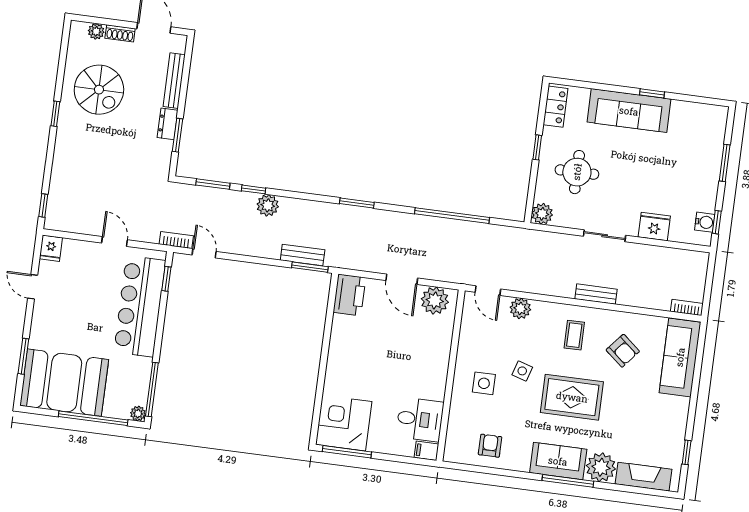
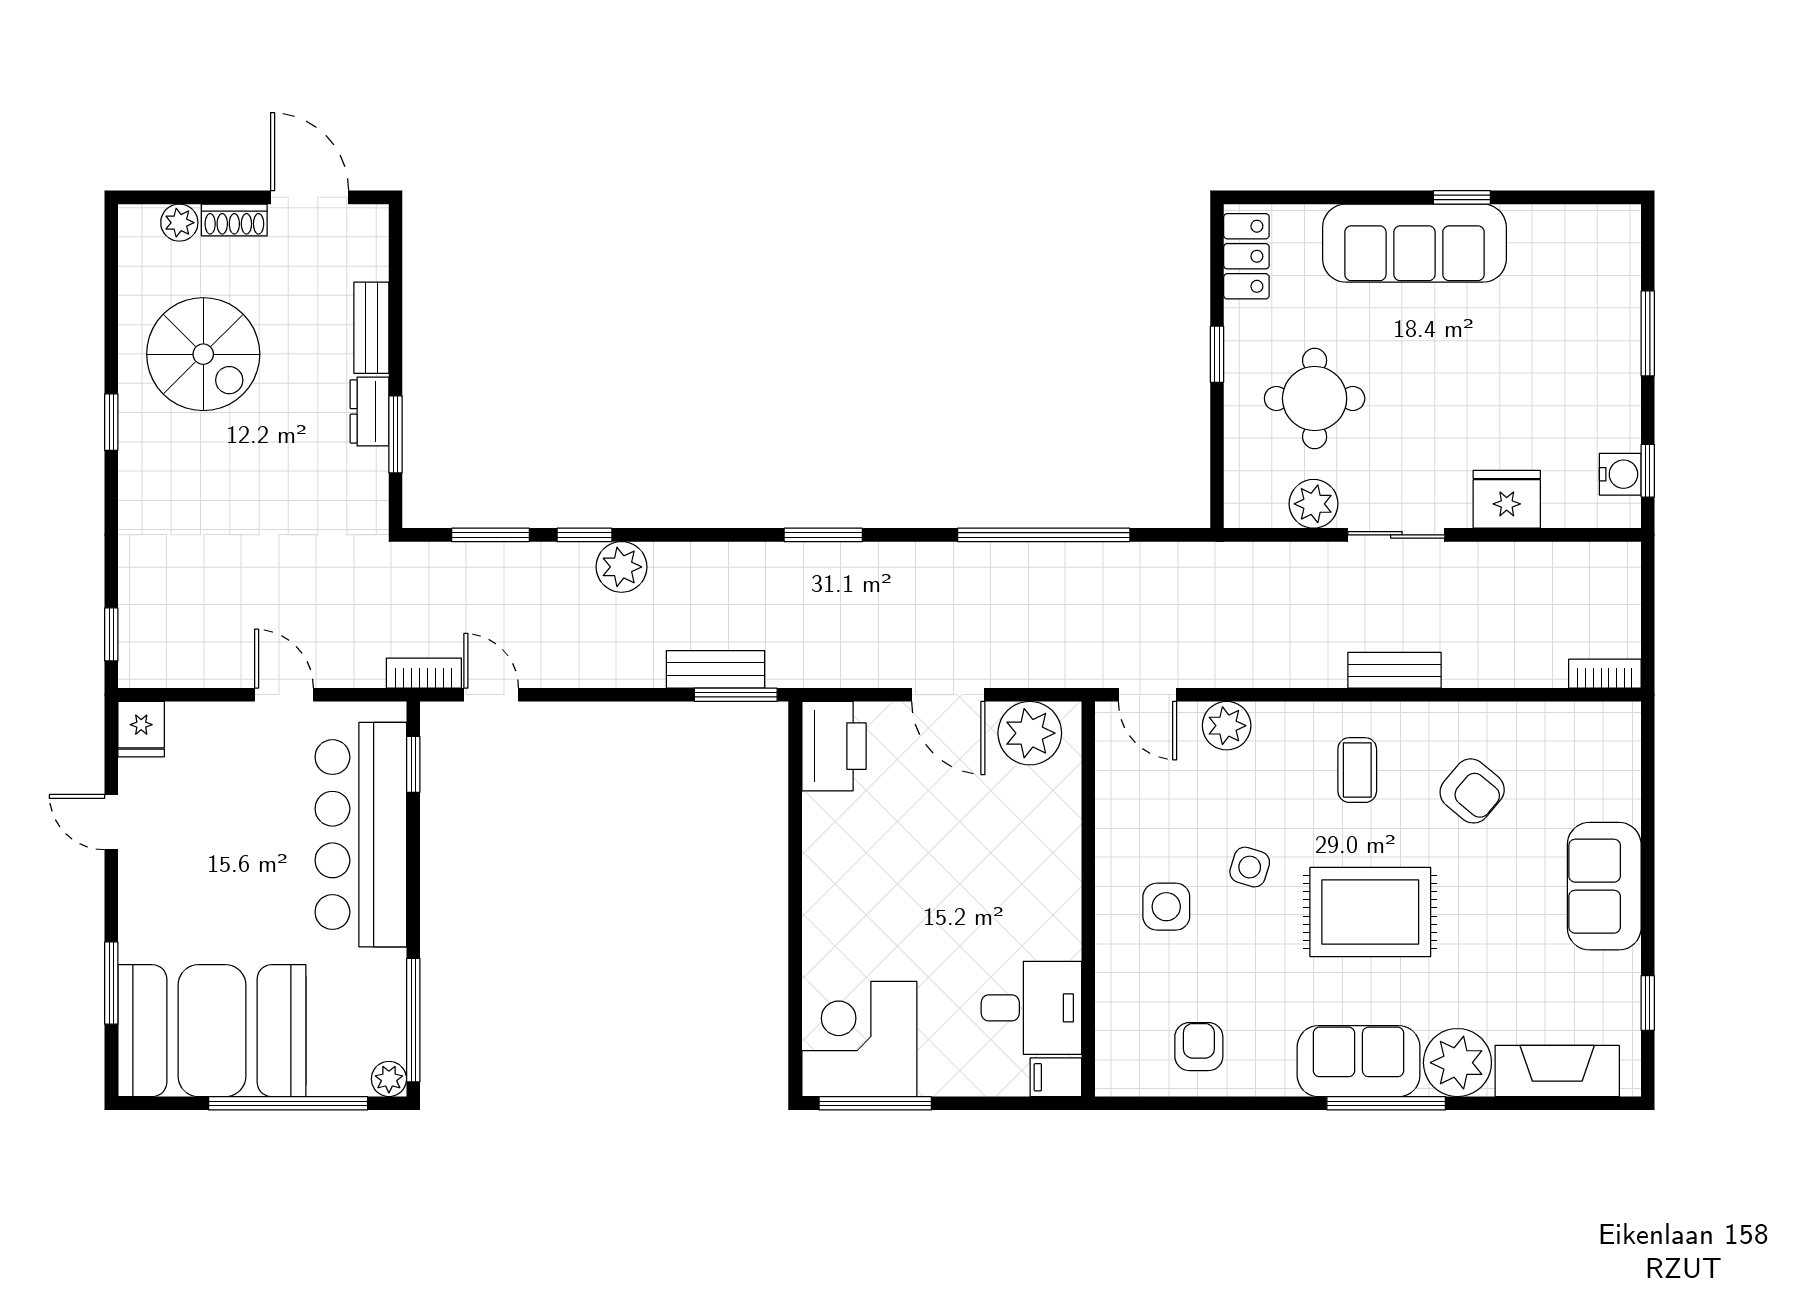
bench: (174, 81) -> (371, 328), width x0.73
plant: (542, 214) -> (1314, 504), moved
sofa: (680, 357) -> (1604, 886), moved, width x0.73

